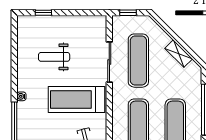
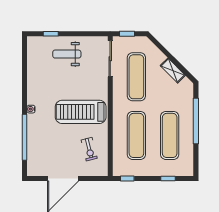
weight bench: (54, 57) -> (67, 54), moved
sliding door: (109, 62) -> (110, 59), moved

